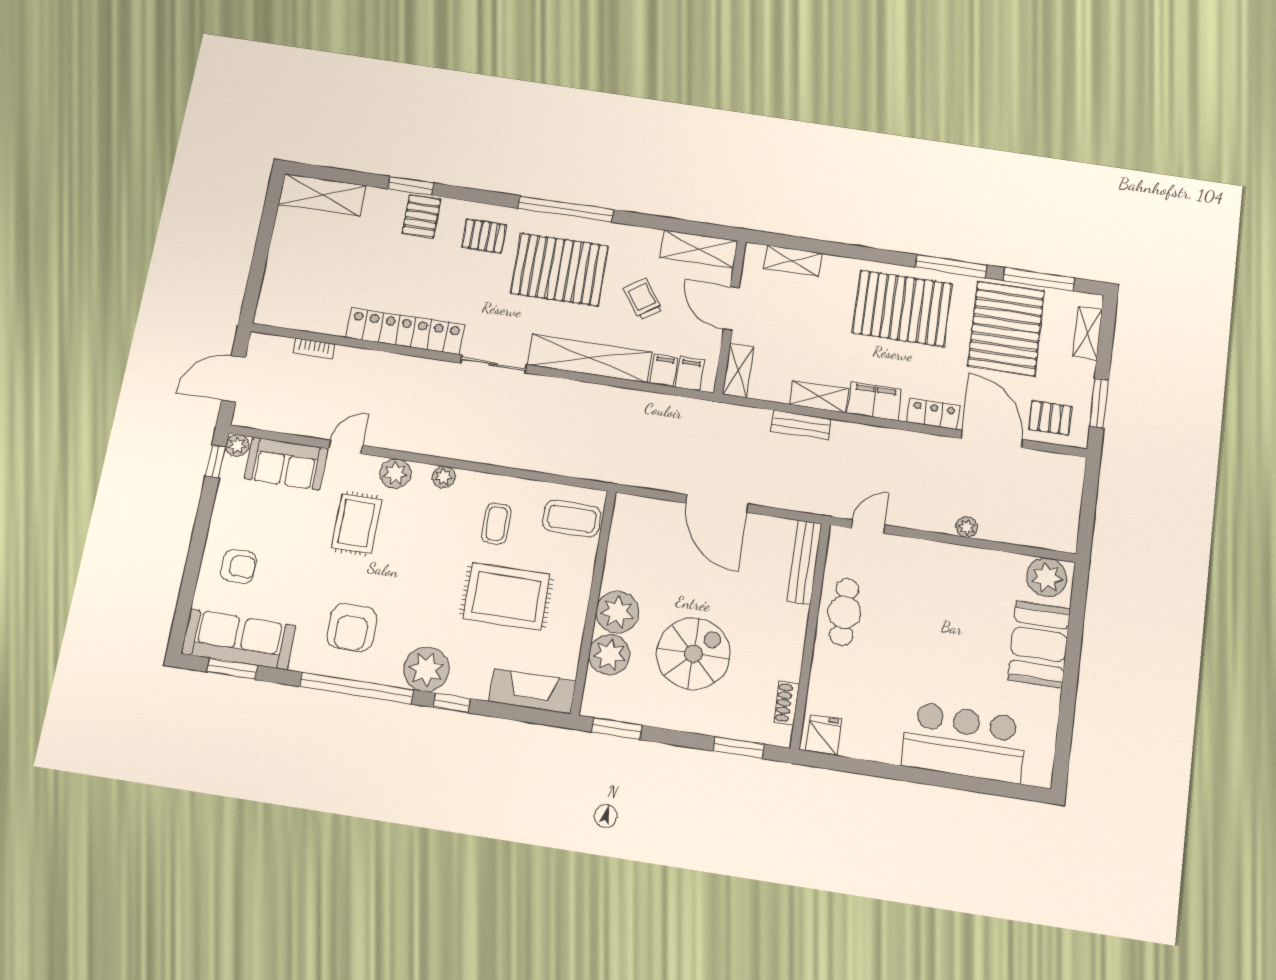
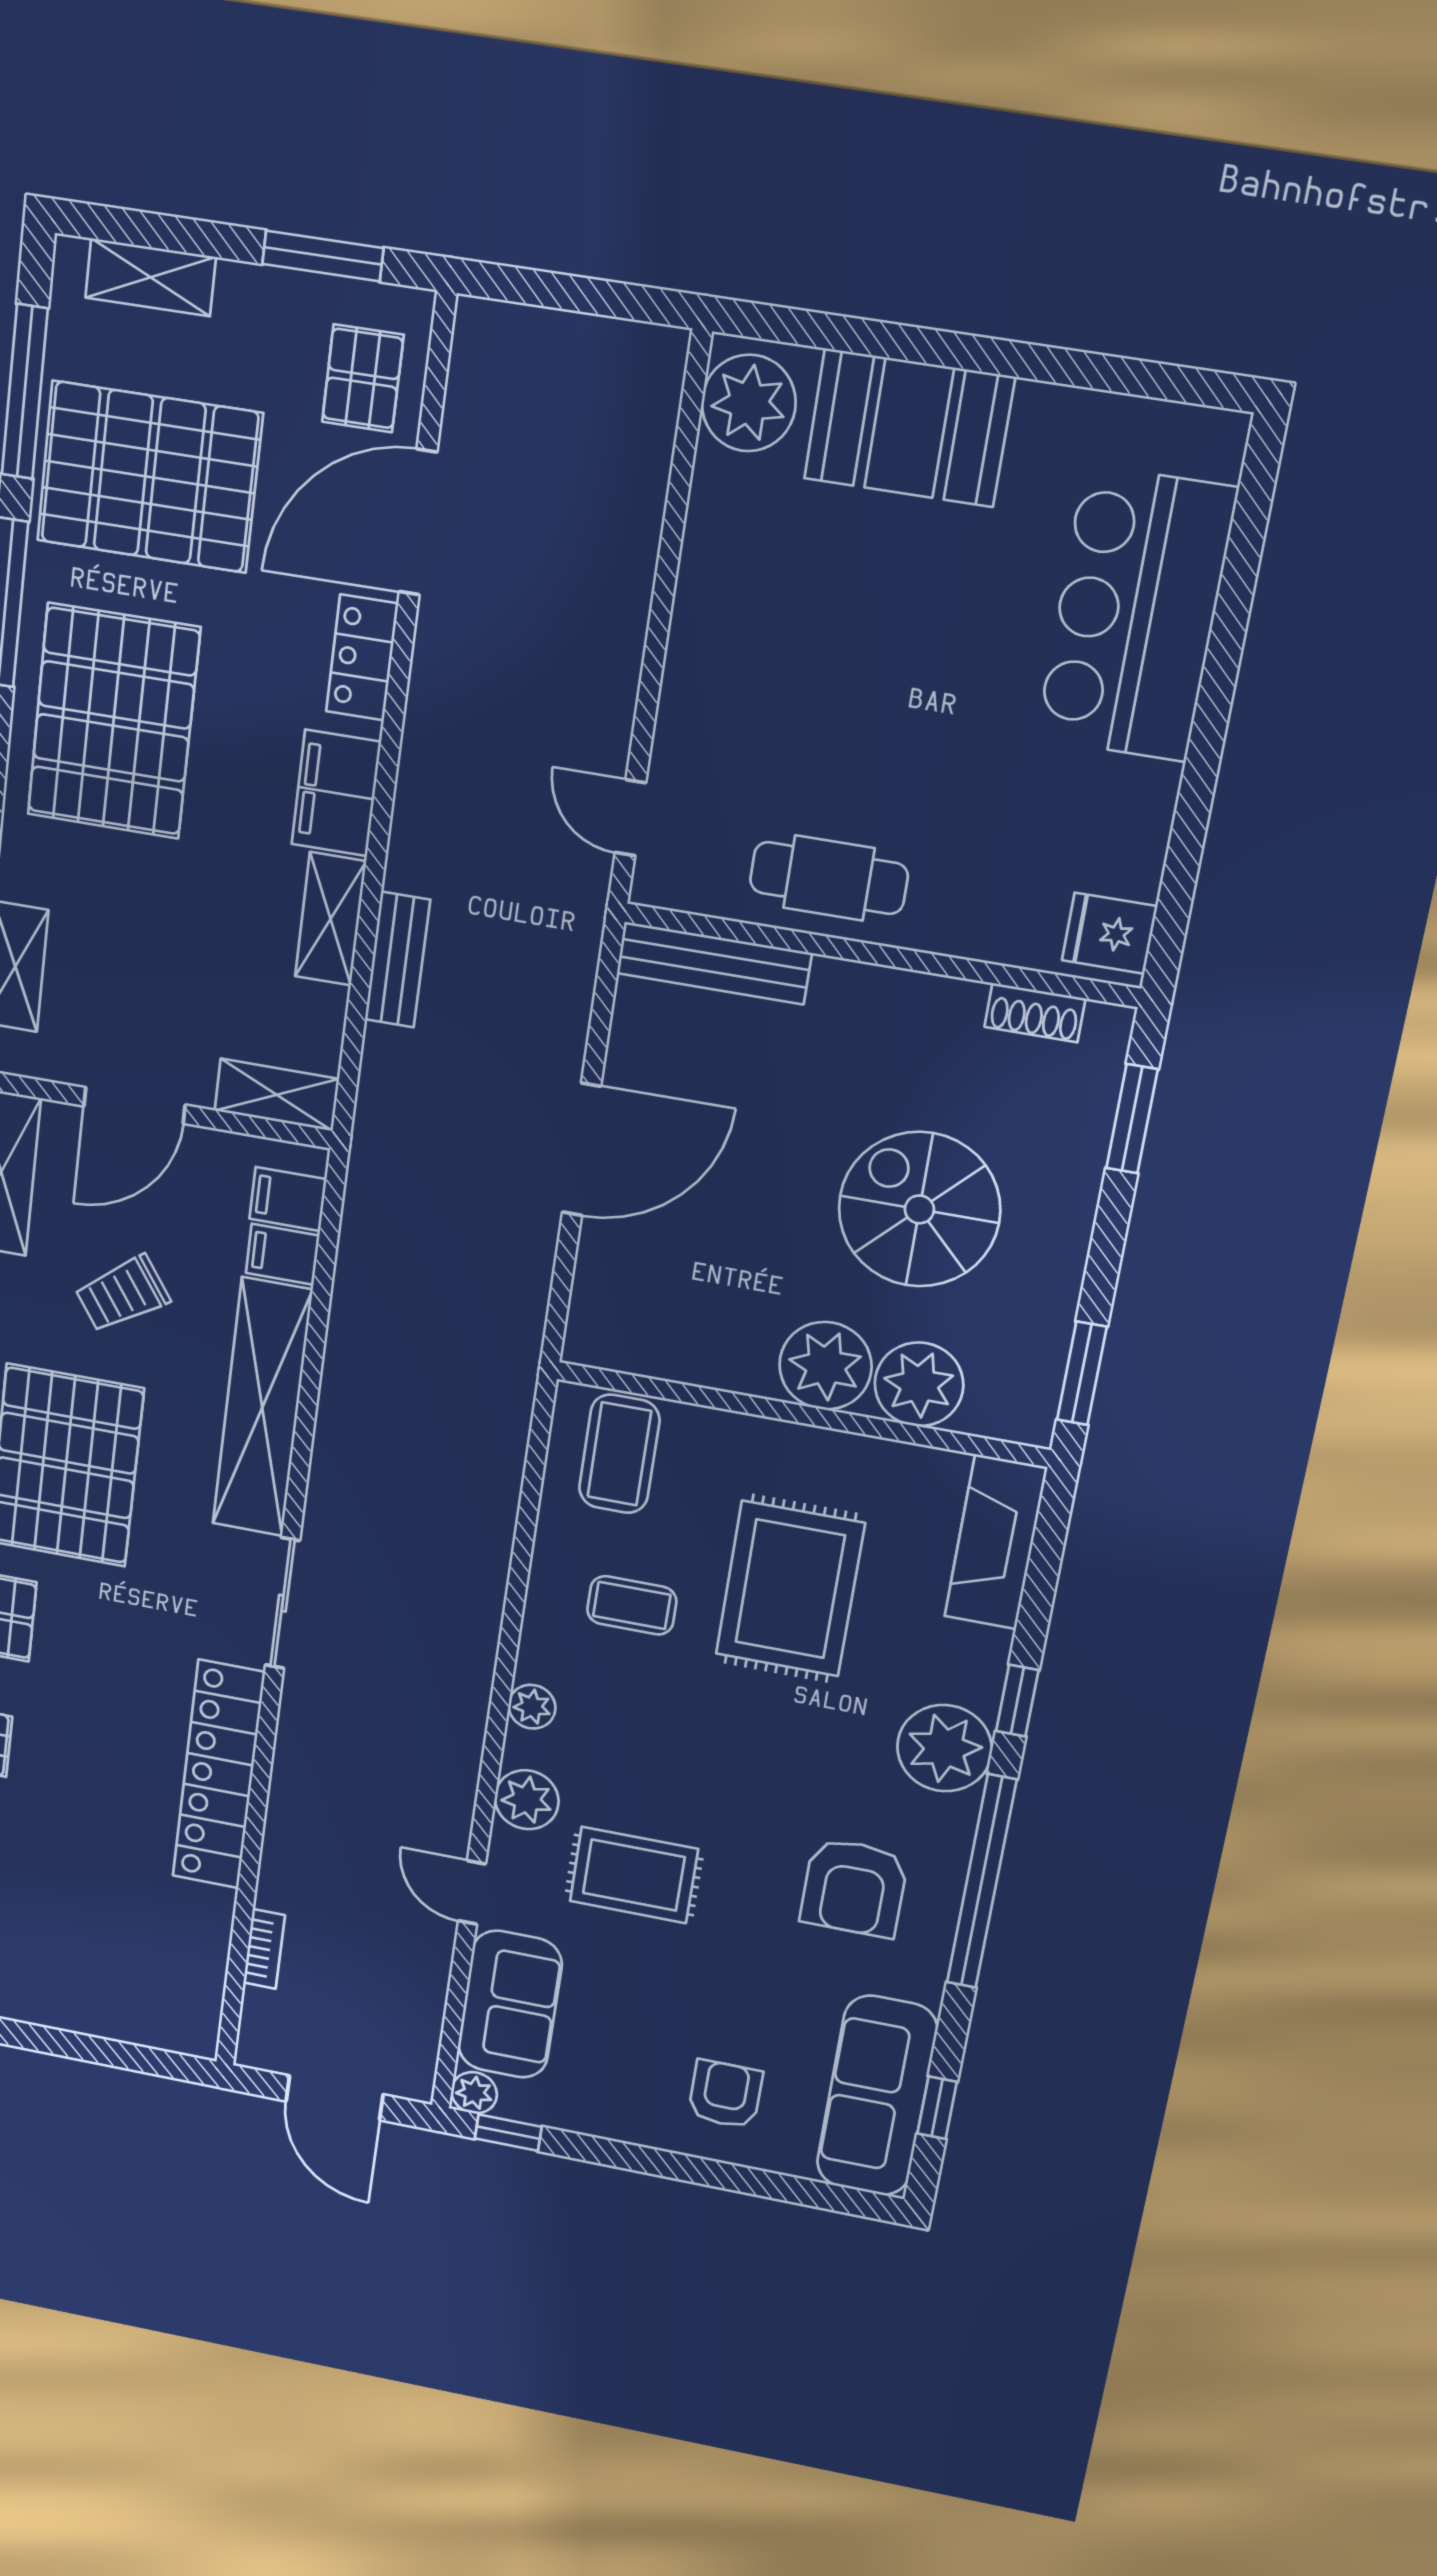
plant: (967, 527) -> (629, 589), removed
armchair: (352, 627) -> (854, 1888), turned 90
window: (233, 669) -> (937, 2108), width x0.67

